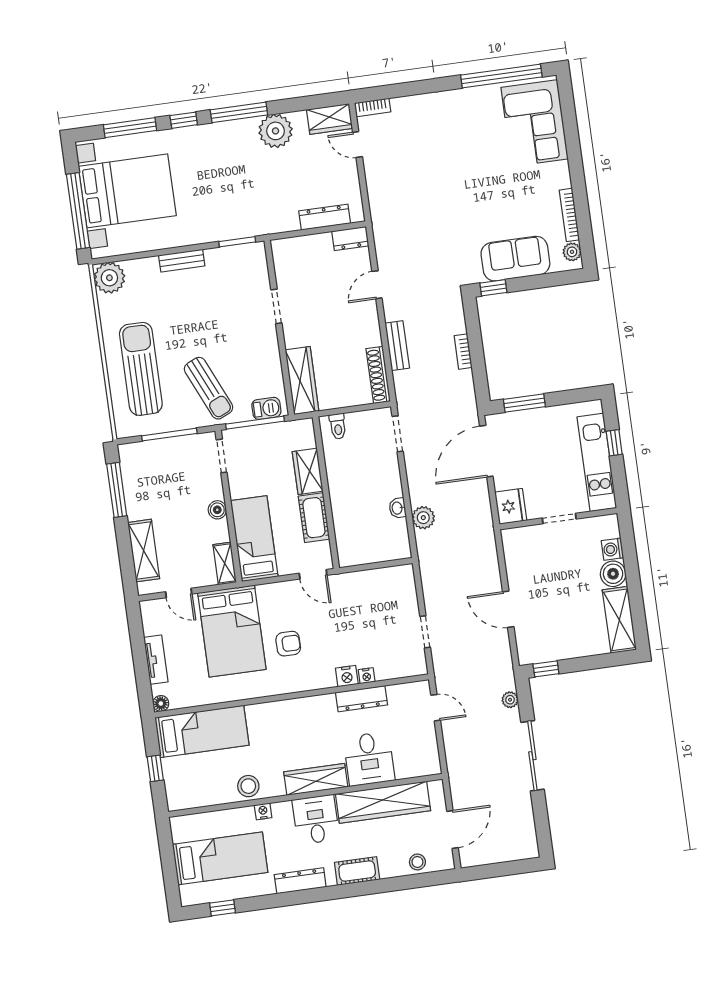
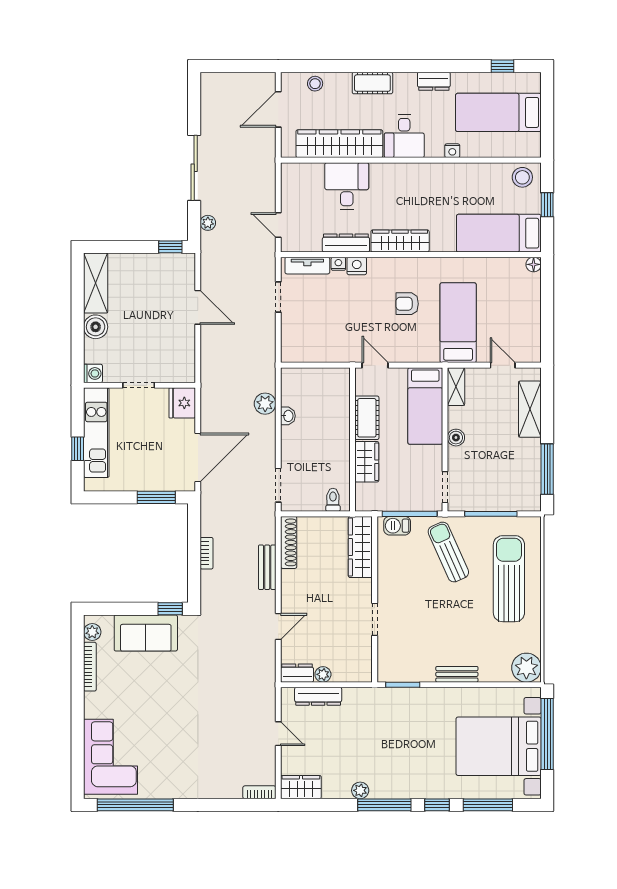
plant: (276, 131) -> (360, 790), width x0.53, depth x0.53
door: (357, 145) -> (278, 734), moved
plant: (323, 241) -> (323, 674), added
sun lounger: (141, 369) -> (509, 579), turned 180
washing machine: (612, 549) -> (93, 373), moved
bed: (232, 631) -> (458, 323), width x0.67
tv unit: (156, 660) -> (307, 266), moved, turned -90
wardrobe: (316, 779) -> (400, 241), moved, turned 180
stool: (248, 786) -> (522, 177), moved
dresser: (300, 881) -> (434, 81), width x0.70

